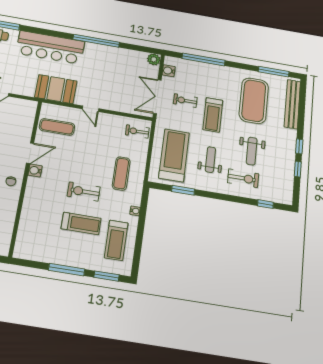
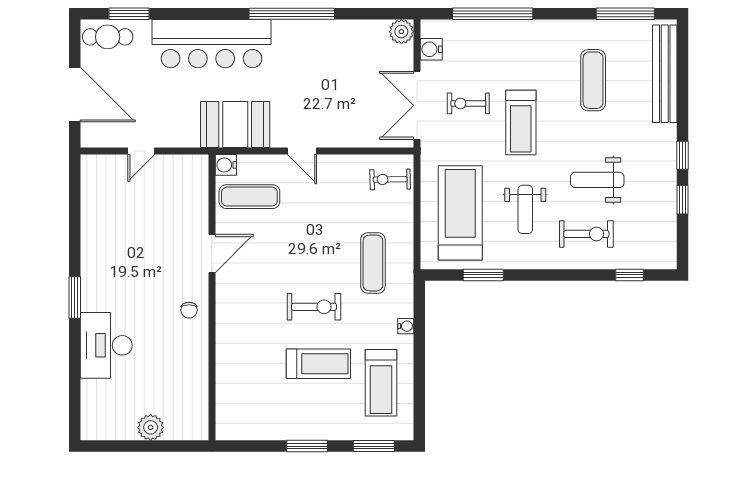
exercise mat: (254, 101) -> (593, 80), width x0.50, depth x0.69
weight bench: (252, 151) -> (597, 180), turned 90
weight bench: (210, 160) -> (525, 209), turned 180
water cooler: (35, 170) -> (226, 165), moved
exercise bike: (84, 192) -> (314, 307), turned 180
window: (67, 270) -> (307, 446), width x0.69

